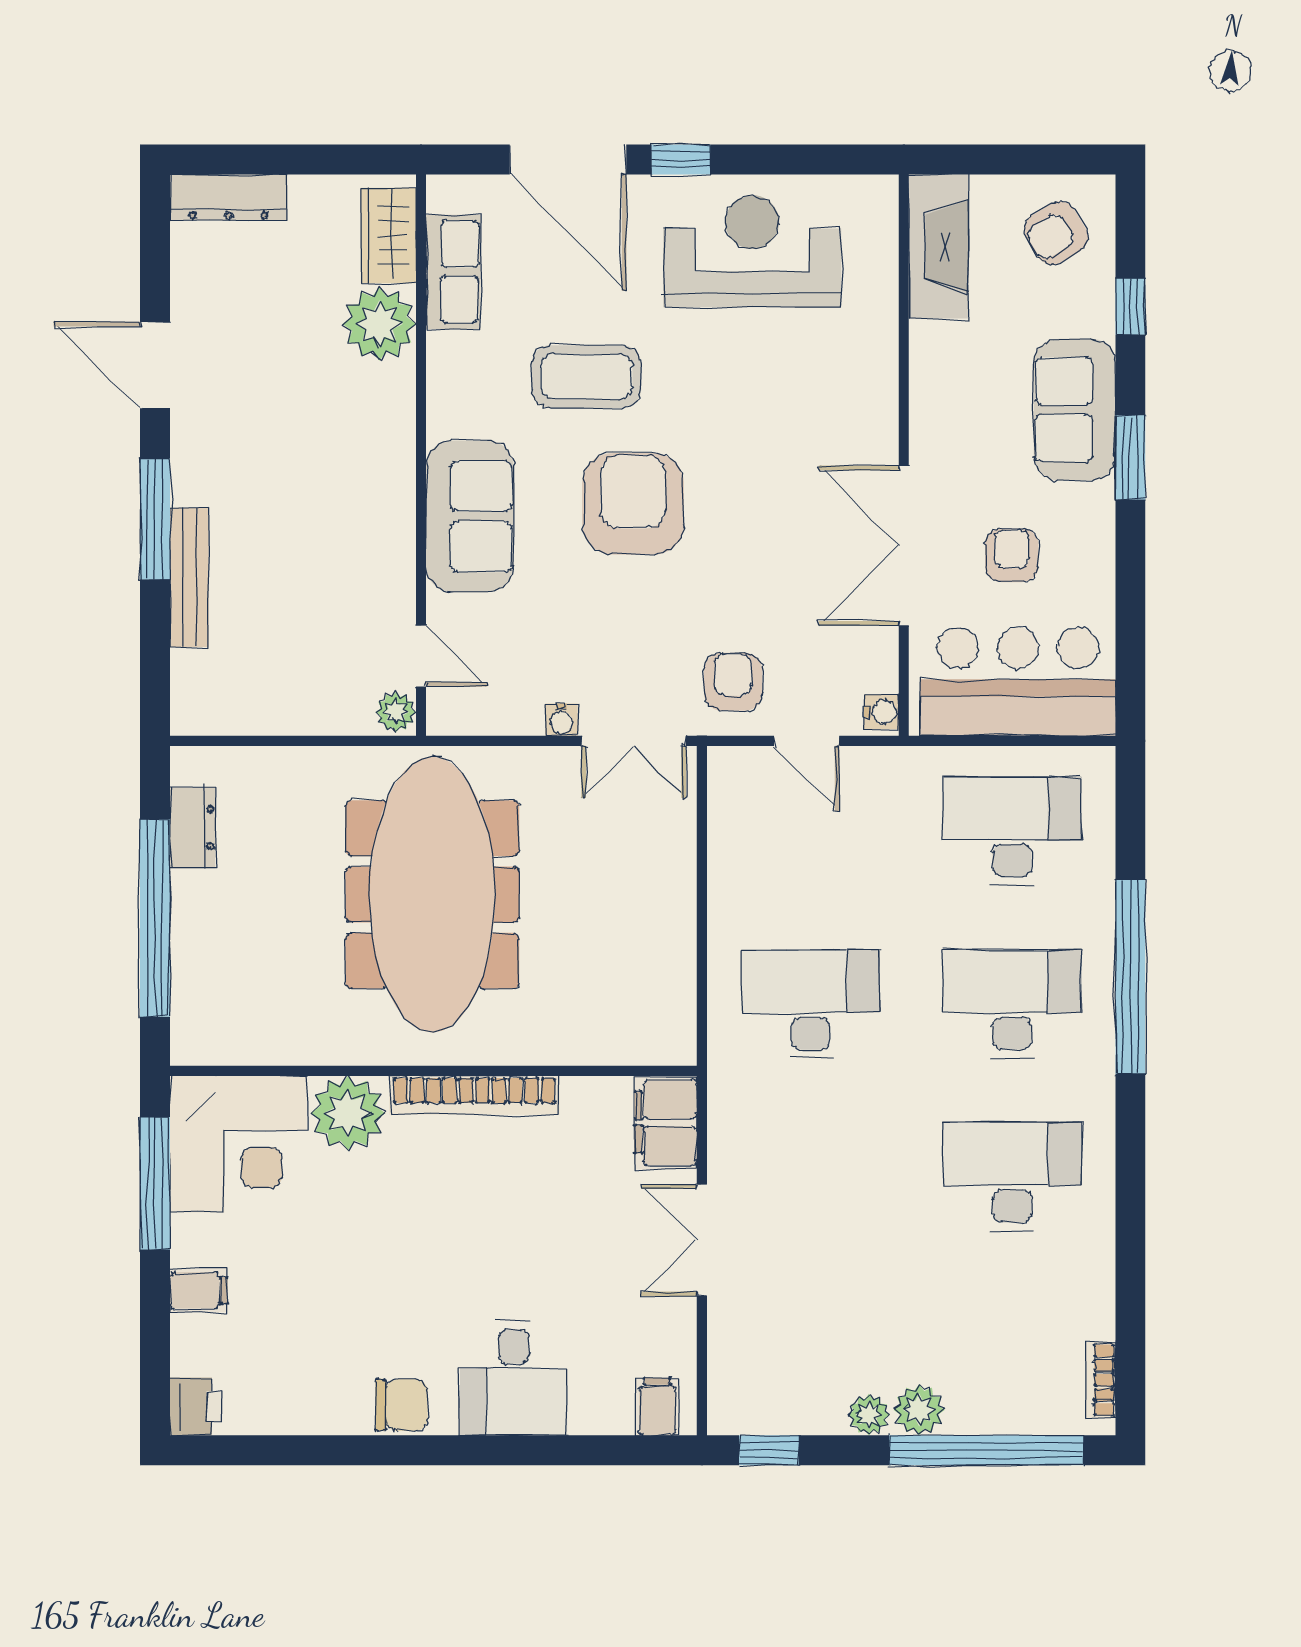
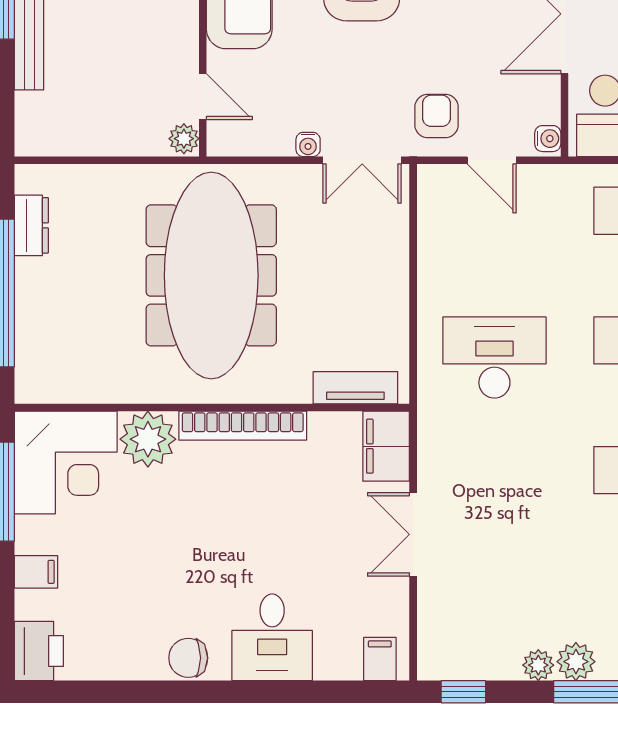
tv unit: (625, 1044) -> (355, 388), added
chair: (402, 1405) -> (188, 658), turned 180
printer: (196, 1406) -> (39, 651), width x1.36, depth x1.24

